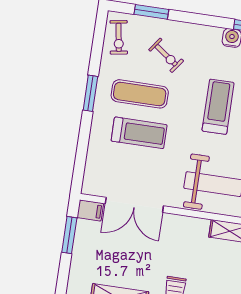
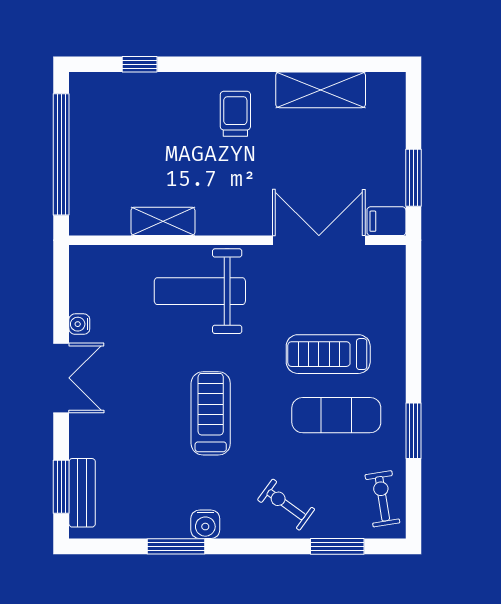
exercise bike: (166, 55) -> (286, 505), moved
window: (90, 93) -> (413, 431), moved
treadmill: (218, 107) -> (211, 413), turned 180

